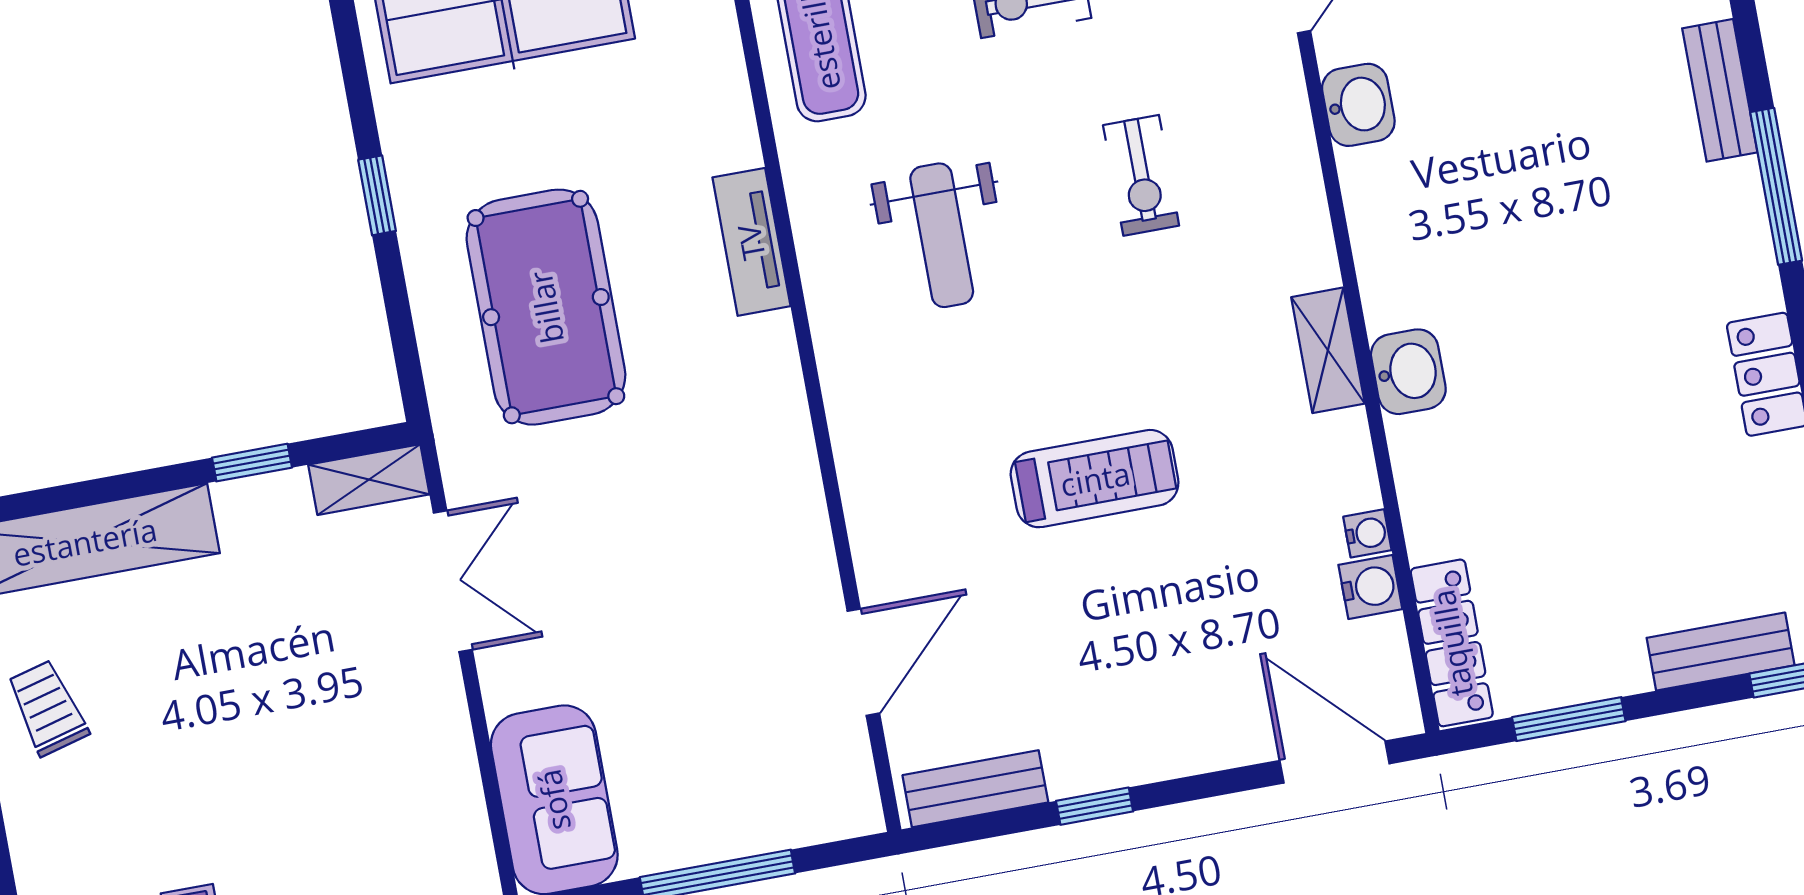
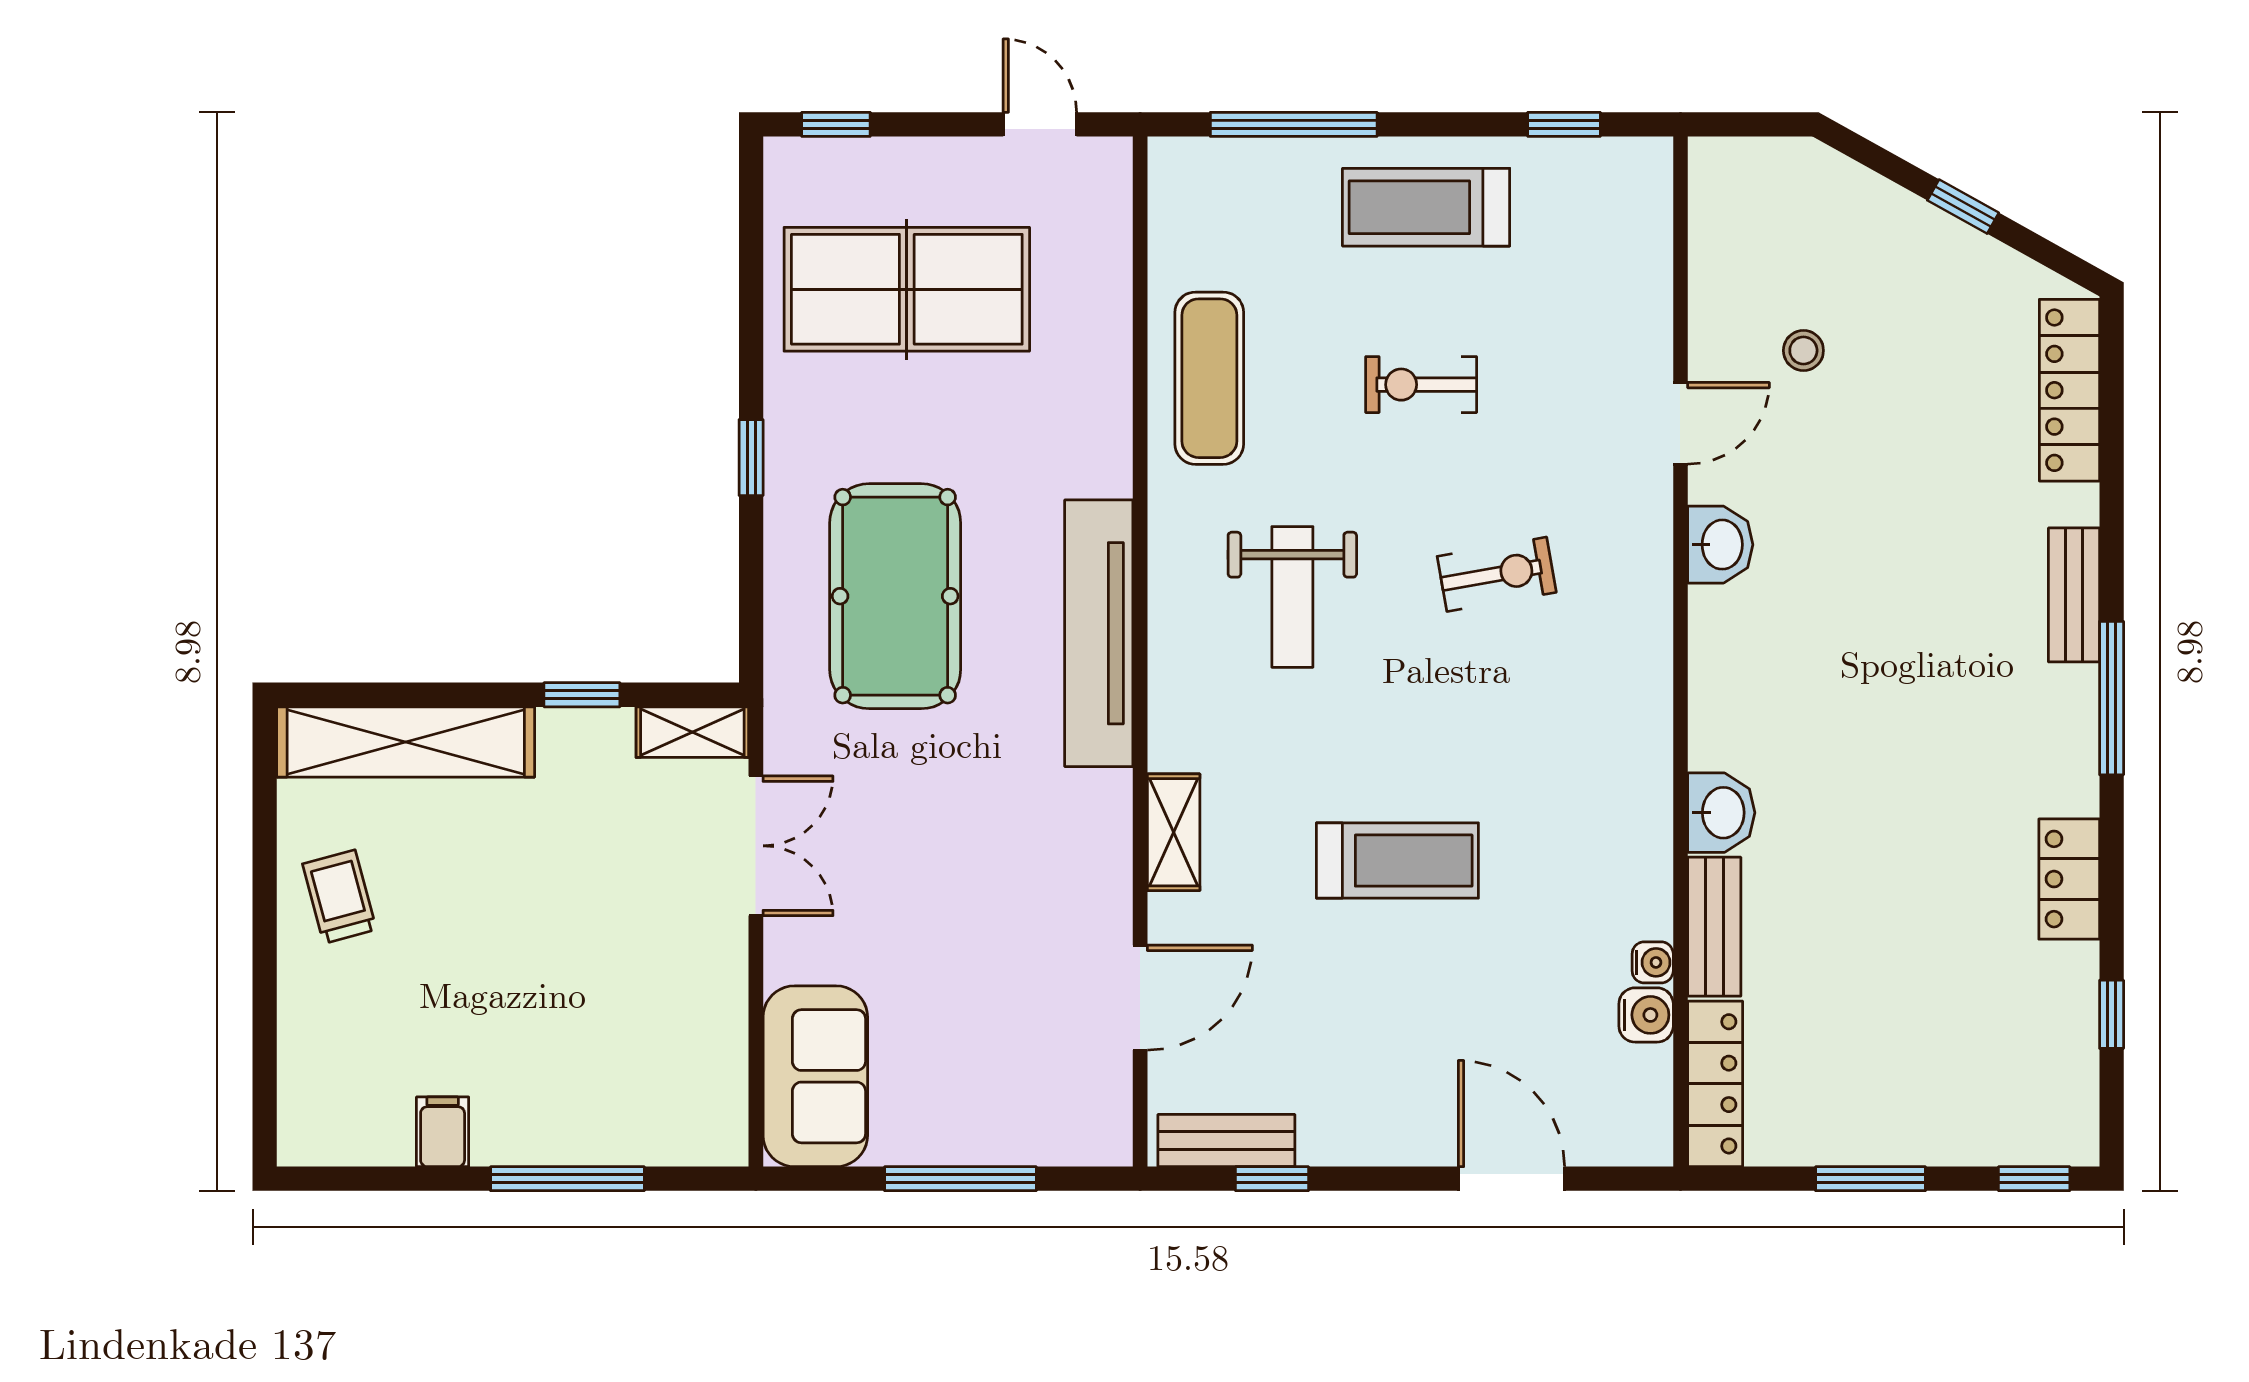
exercise bike: (1141, 175) -> (1497, 574), turned -100
tv unit: (751, 242) -> (1099, 633), width x1.92, depth x1.29
shelving: (1328, 350) -> (1174, 832), moved
bench: (1721, 652) -> (1714, 927), moved, turned 90
window: (1569, 719) -> (1870, 1179), moved
door: (1335, 762) -> (1511, 1179), moved
window: (1095, 806) -> (1272, 1179), moved

